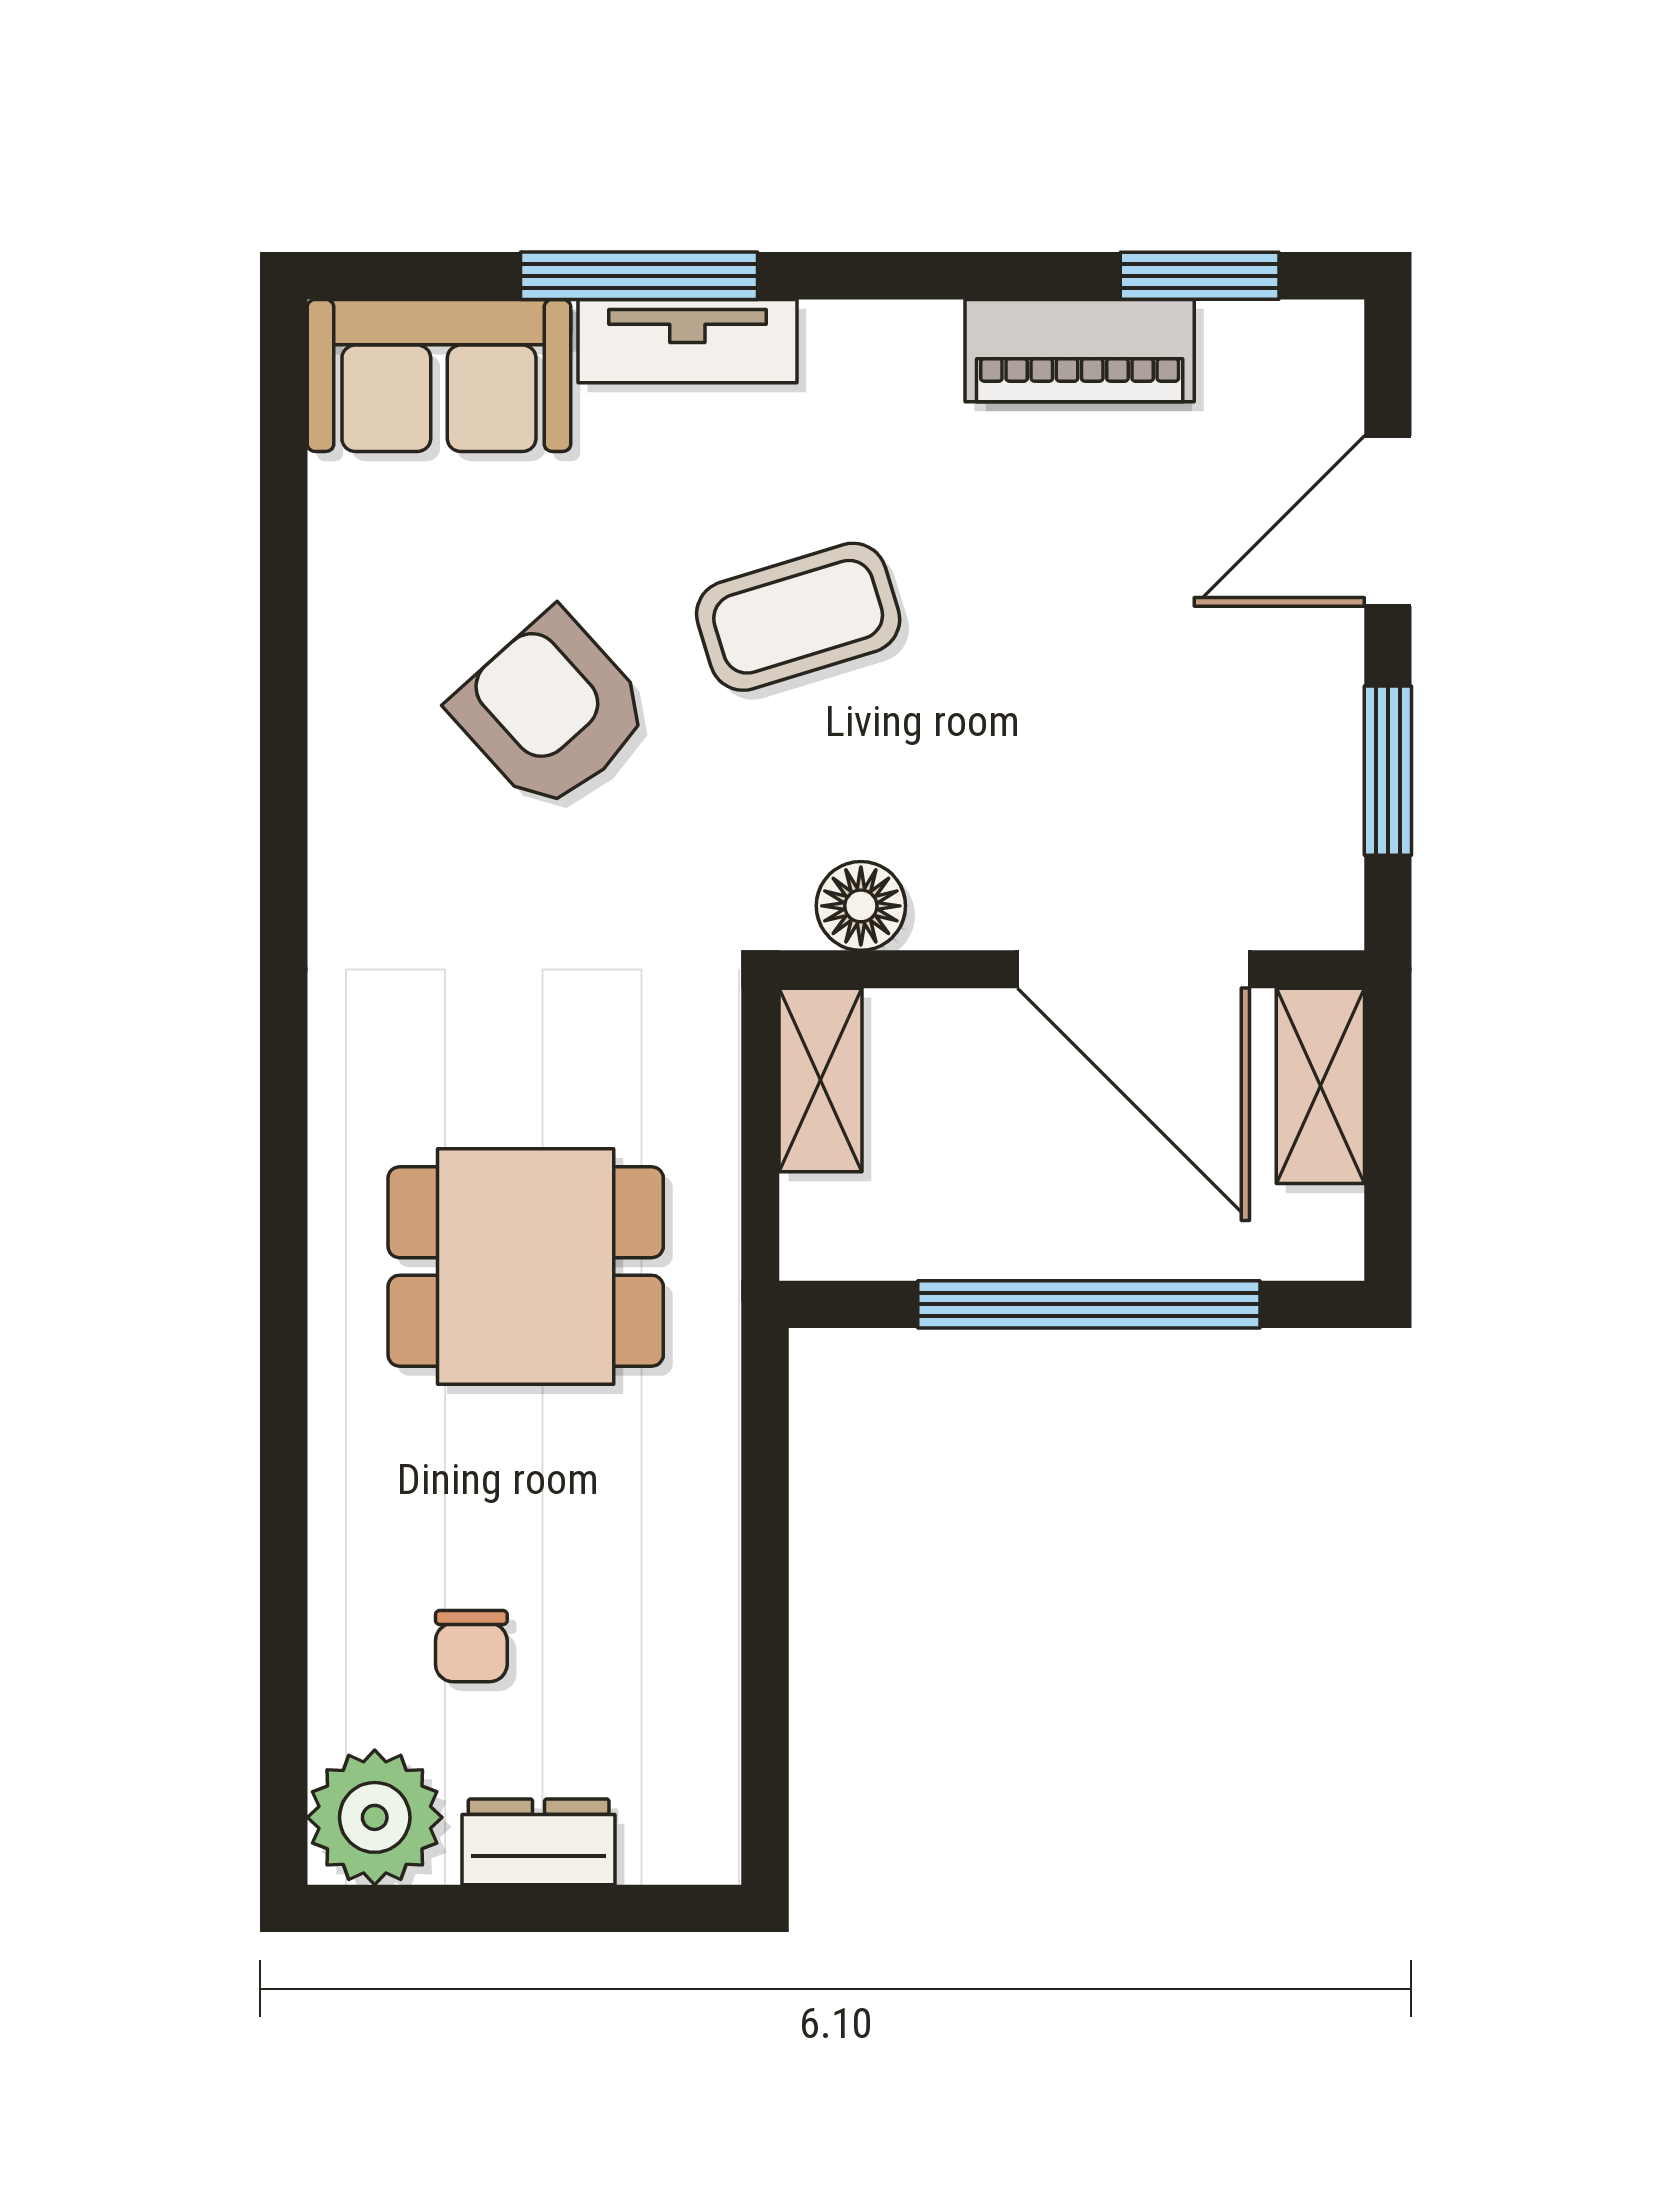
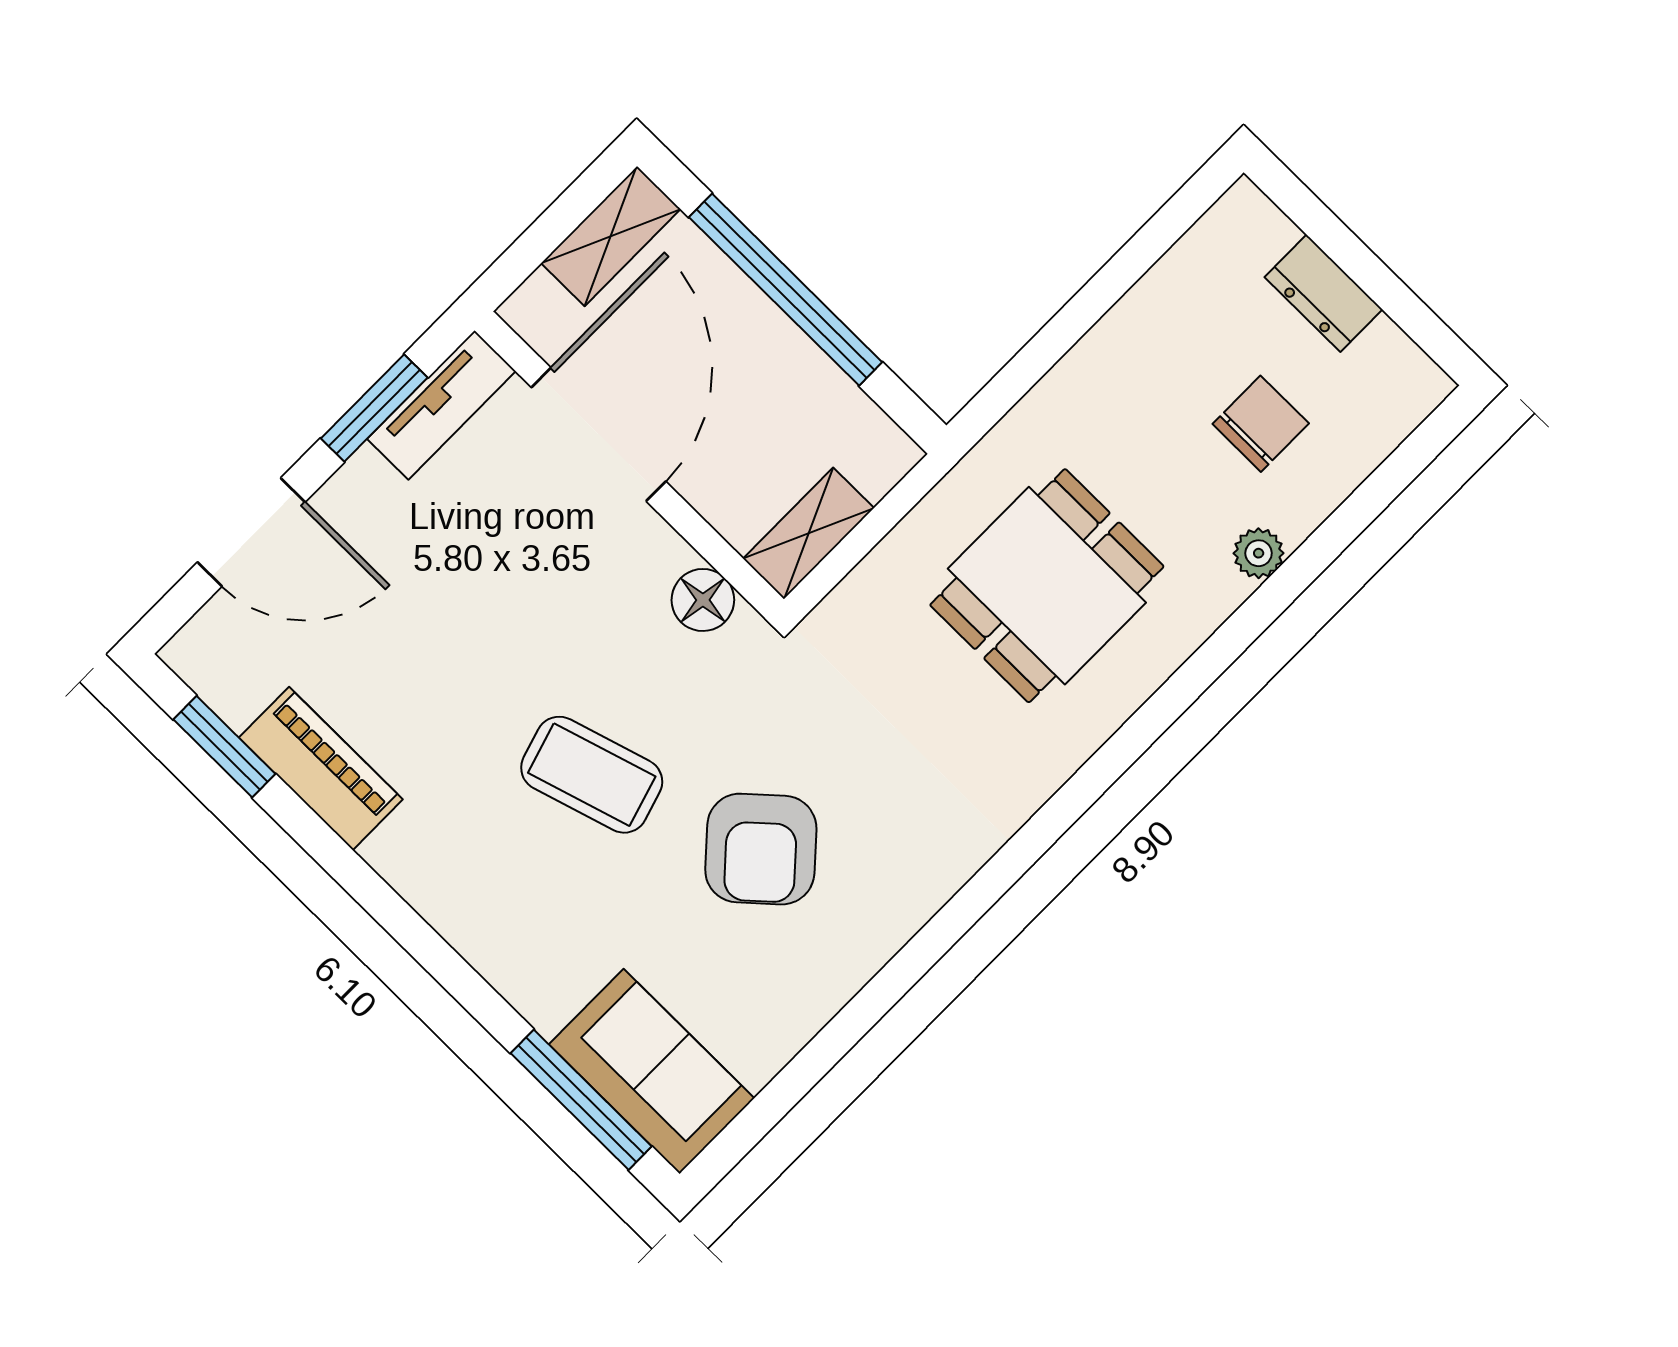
window: (639, 276) -> (581, 1100), moved
tv unit: (687, 341) -> (441, 405), moved, turned 90
shelving: (1320, 1086) -> (611, 236), moved
dining table: (526, 1266) -> (1047, 586), turned 90
chair: (471, 1646) -> (1261, 424), width x1.37, depth x1.37
plant: (375, 1817) -> (1259, 553), moved, width x0.53, depth x0.53

